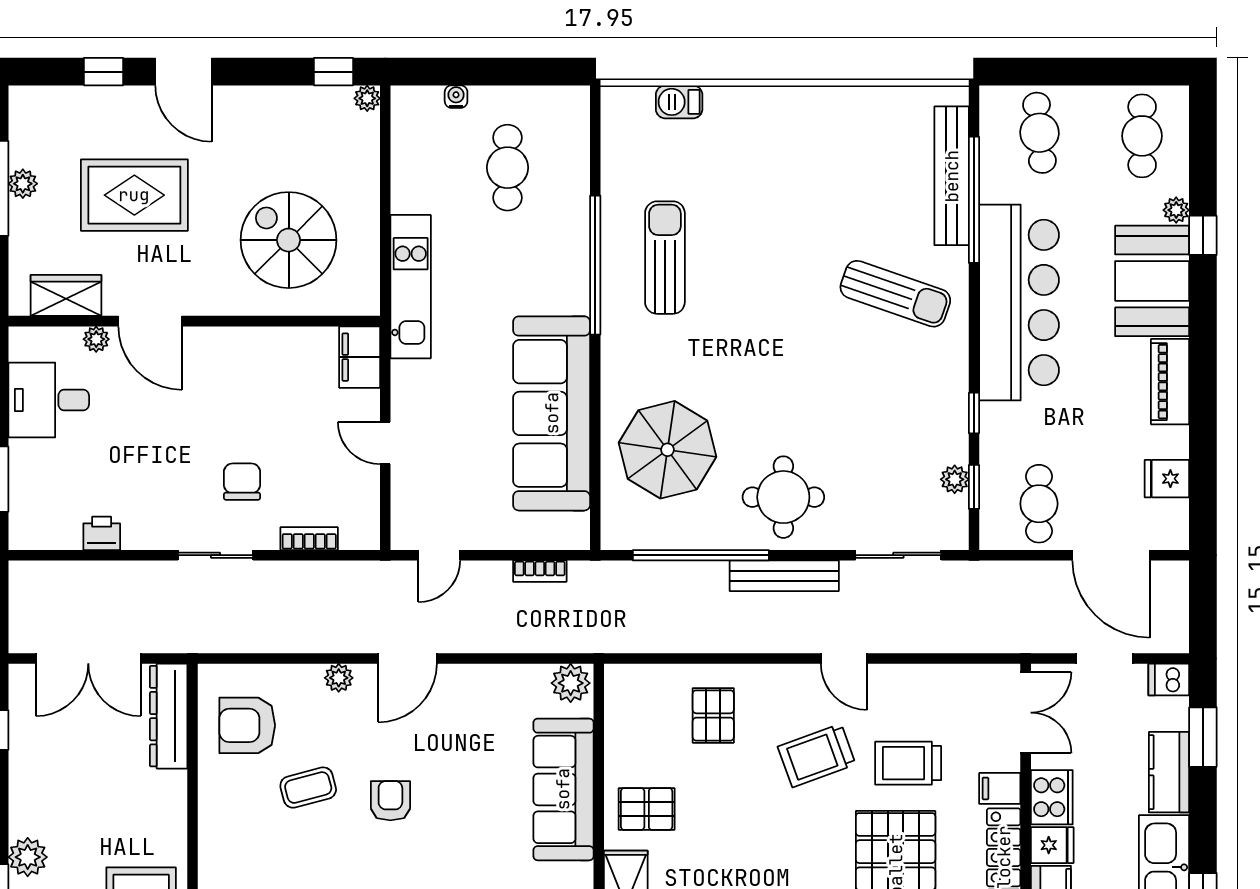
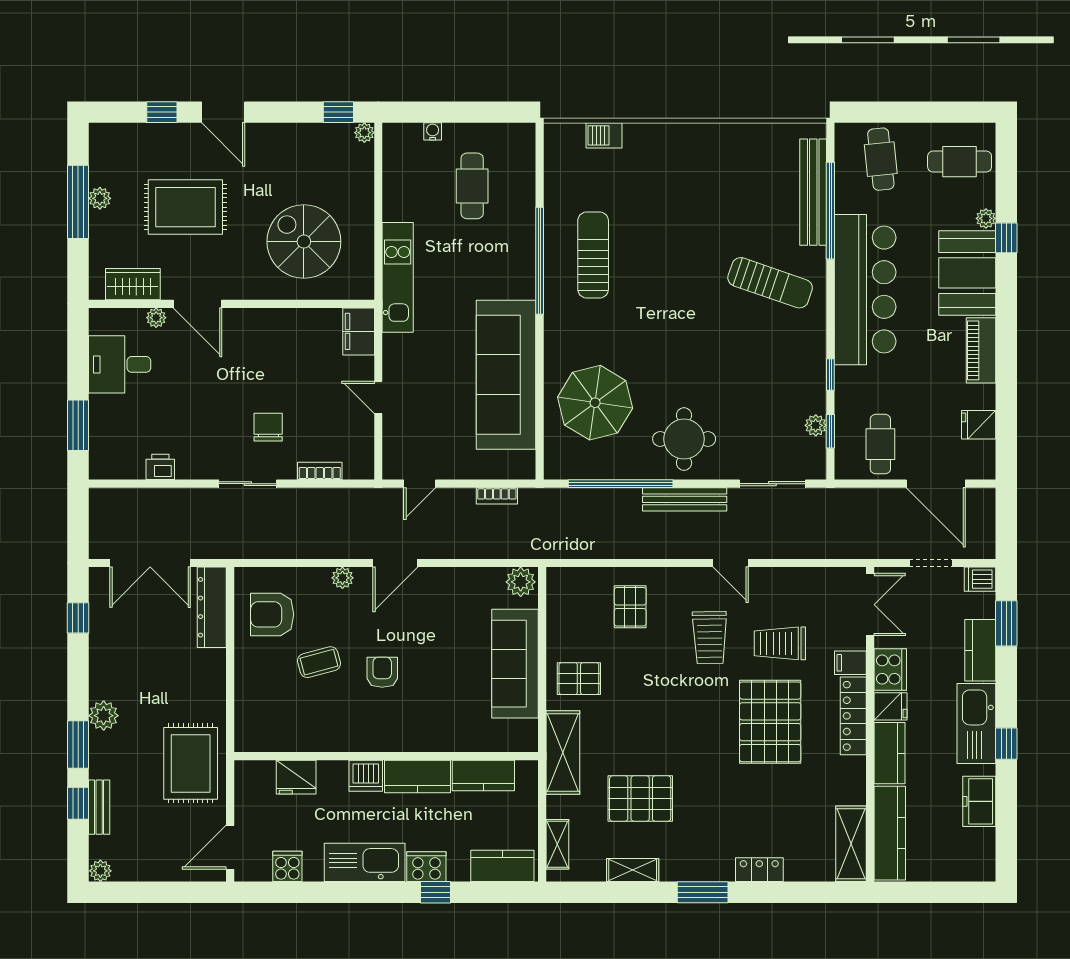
cafe table: (1142, 136) -> (960, 162), turned 90
trolley: (817, 755) -> (710, 638), turned -71

